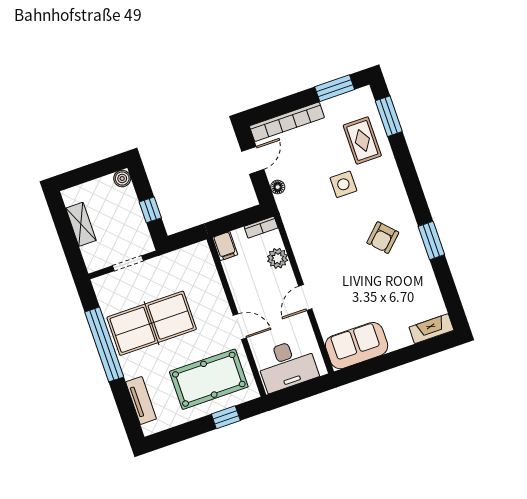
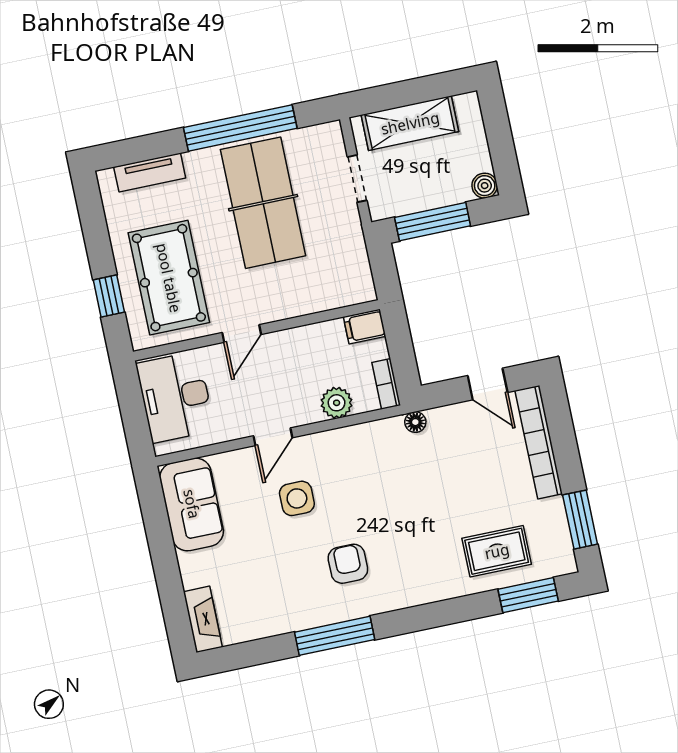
side table: (343, 184) -> (297, 498), moved
floor lamp: (278, 187) -> (415, 422), moved
window: (150, 210) -> (433, 222), width x2.17
shelving: (81, 224) -> (410, 123), width x1.50, depth x1.33
armchair: (383, 238) -> (348, 564), turned 44
window: (431, 240) -> (335, 636), width x1.44
door: (305, 298) -> (273, 437), swing flipped

